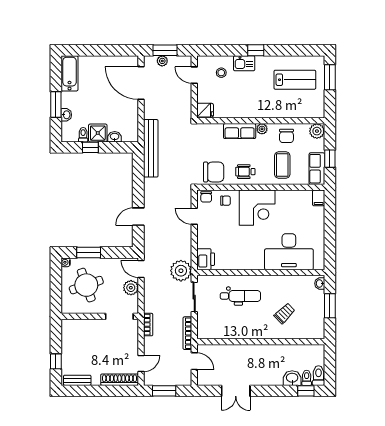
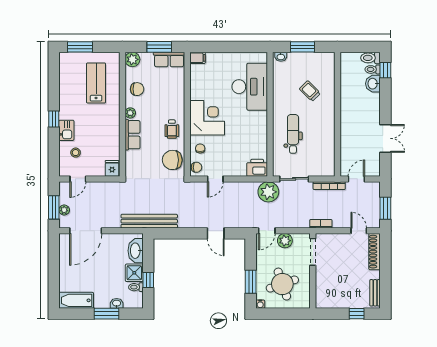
lab bench: (295, 80) -> (96, 83), moved
washbasin: (115, 137) -> (136, 251), width x1.91, depth x1.45
window: (330, 159) -> (159, 47), width x1.50
coffee table: (282, 165) -> (165, 93), removed
chair: (214, 172) -> (172, 160), turned -90

